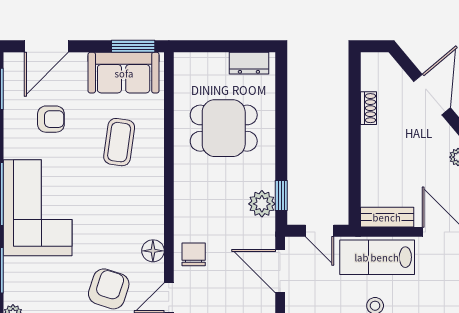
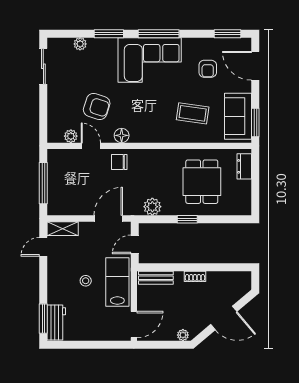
dresser: (249, 63) -> (244, 166), moved
shoe rack: (368, 108) -> (195, 276), moved
window: (281, 196) -> (187, 219), moved
bench: (387, 217) -> (156, 278), moved, turned 90
chair: (194, 254) -> (119, 162), turned 180

